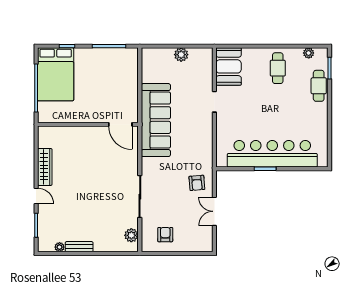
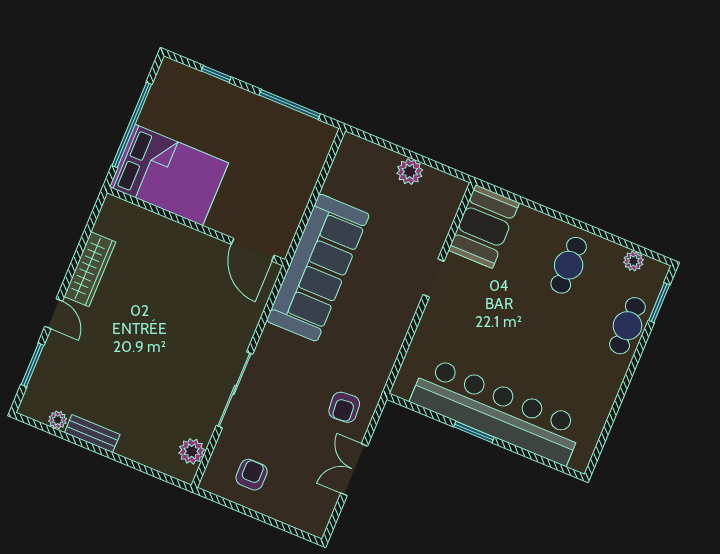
bed: (56, 74) -> (169, 175), moved, turned -90

